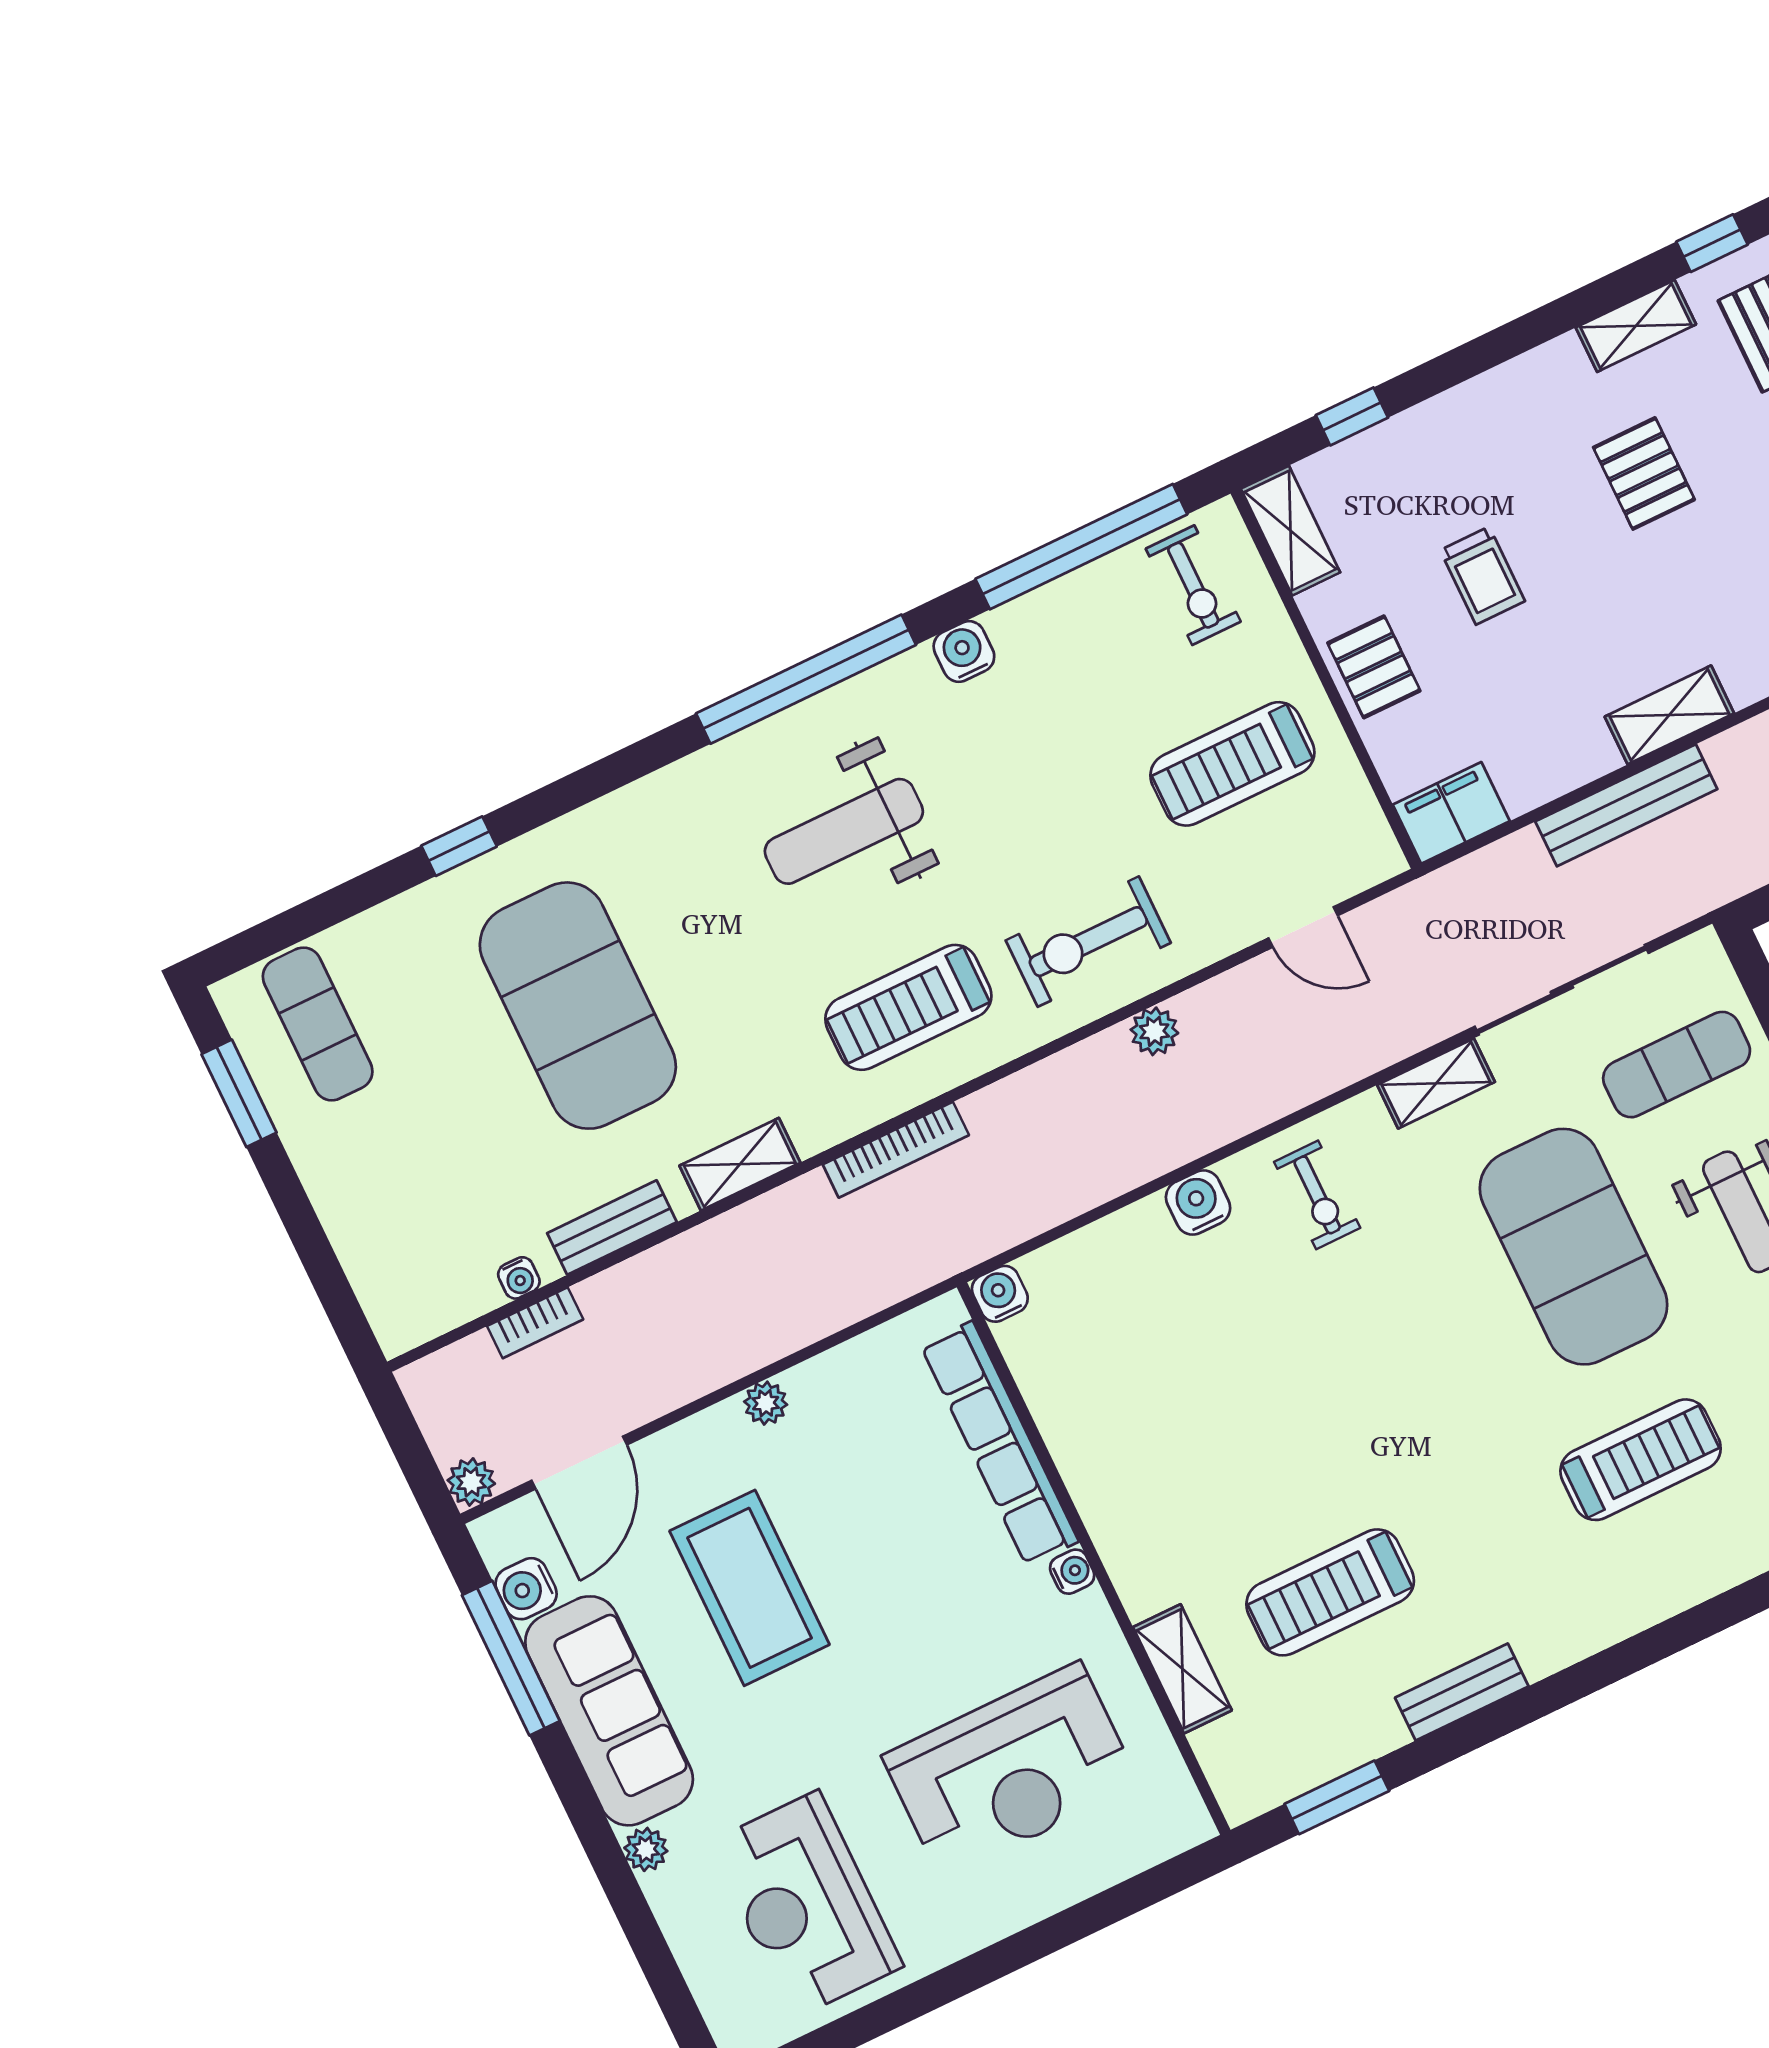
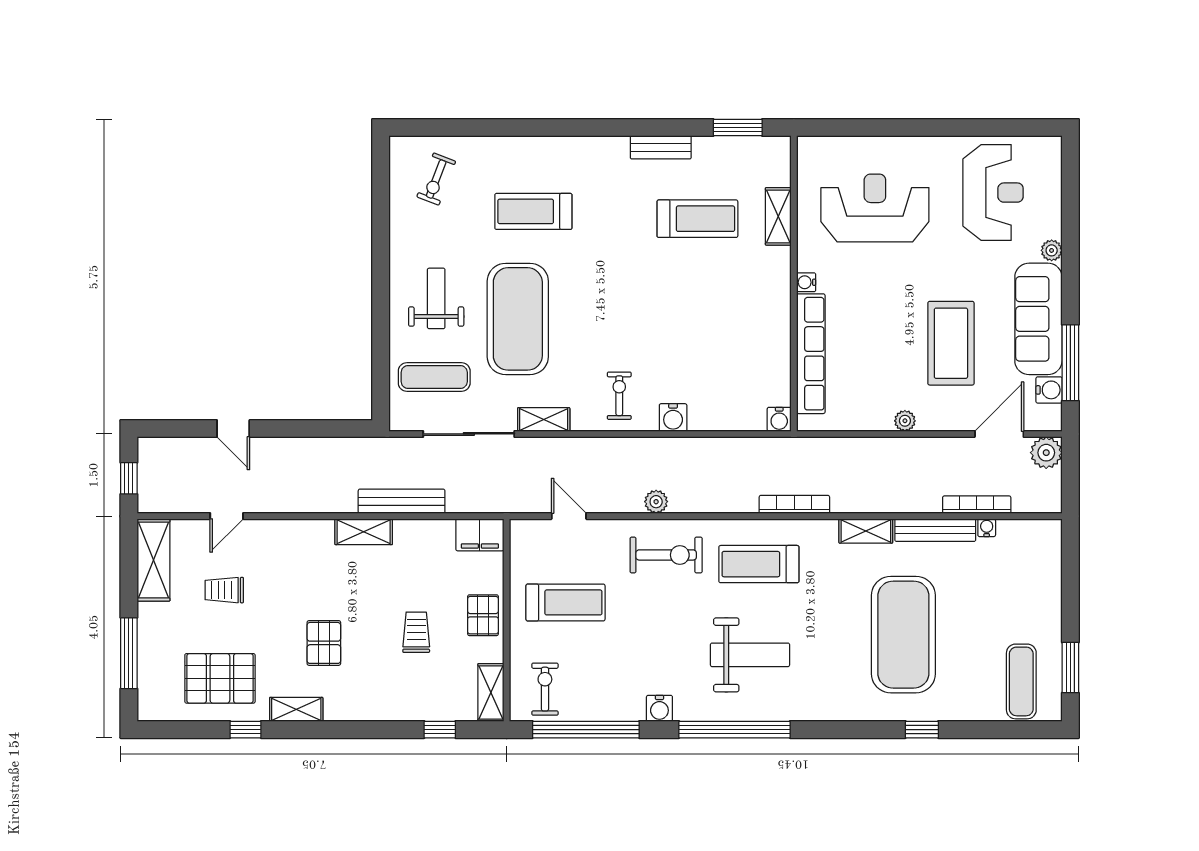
treadmill: (908, 1007) -> (759, 564), turned 180
bench: (612, 1228) -> (935, 530), width x1.36
bookcase: (535, 1323) -> (977, 505), width x1.56
plant: (471, 1482) -> (1046, 453), width x1.38, depth x1.38

